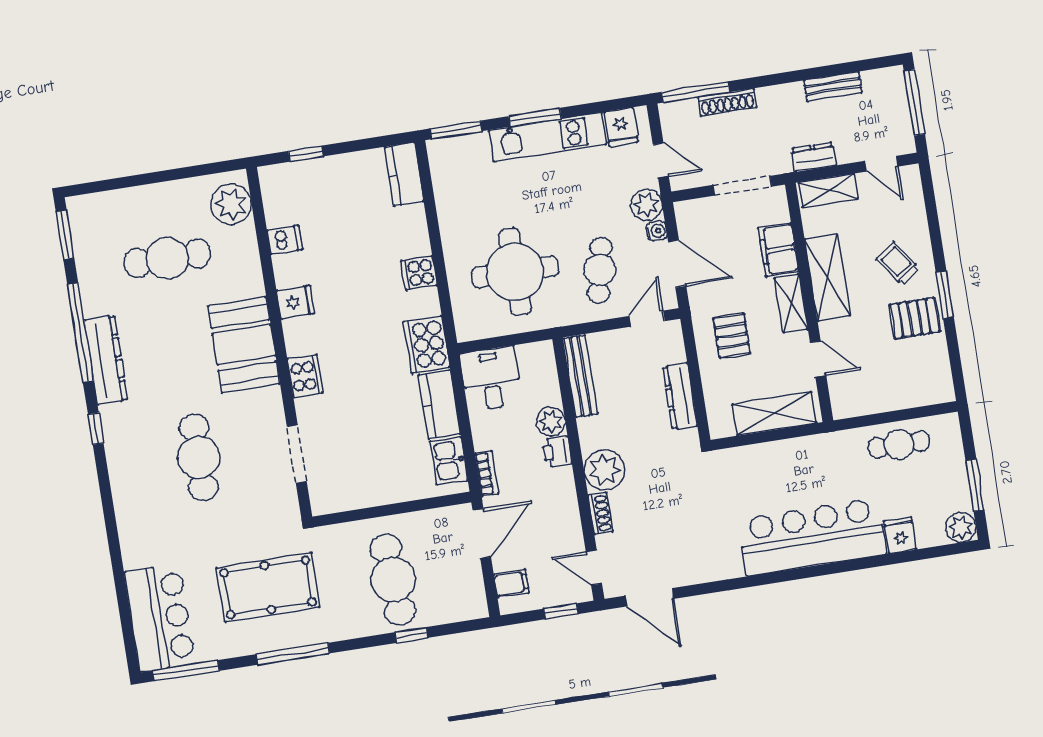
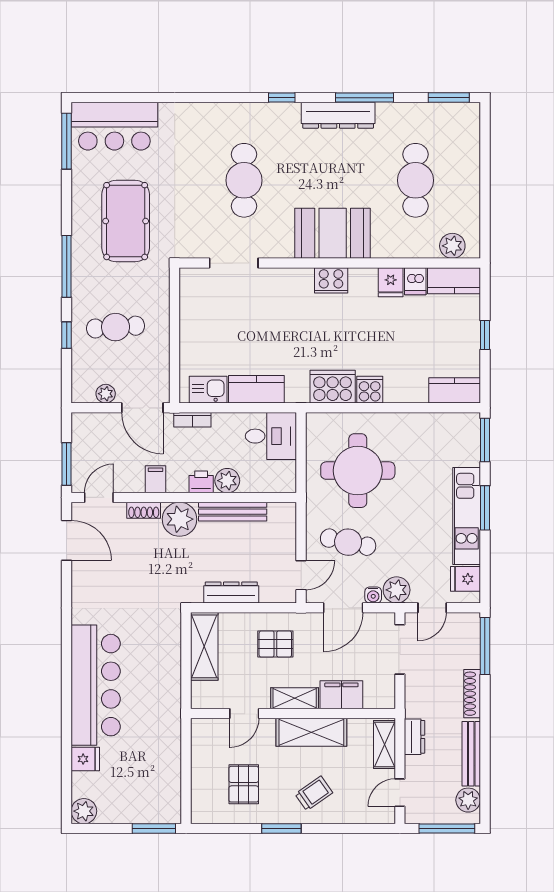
plant: (877, 83) -> (468, 800), added
bench: (833, 86) -> (471, 754), width x1.36
shoe rack: (727, 102) -> (472, 694), moved
window: (306, 154) -> (485, 335), moved
doorway: (742, 186) -> (400, 649), moved
kitchen counter: (277, 195) -> (454, 281), added
plant: (231, 204) -> (452, 246), width x0.73, depth x0.73
fridge: (296, 302) -> (391, 282), moved
pallet: (915, 318) -> (244, 784), moved
door: (647, 319) -> (301, 575), hinge flipped
window: (81, 333) -> (365, 98), width x0.68
cooker: (427, 345) -> (333, 387), moved
cooker: (305, 376) -> (331, 280), moved
bench: (580, 376) -> (233, 512), moved
shelving: (774, 414) -> (204, 646), moved
cafe table: (899, 444) -> (162, 770), removed
cafe table: (199, 457) -> (244, 180), turned 90
window: (975, 485) -> (154, 829), moved
plant: (472, 579) -> (106, 394), added
cafe table: (393, 580) -> (116, 327), width x0.73, depth x0.74
filing cabinet: (511, 583) -> (156, 479), moved, turned 180
door: (650, 597) -> (67, 540), swing flipped
window: (561, 611) -> (67, 464), width x1.50
window: (293, 654) -> (67, 266), moved

